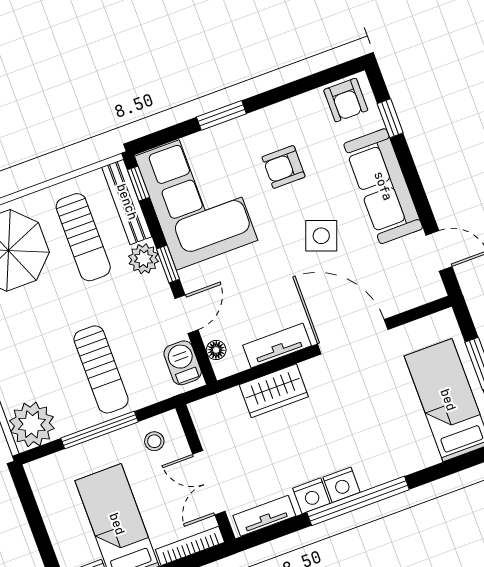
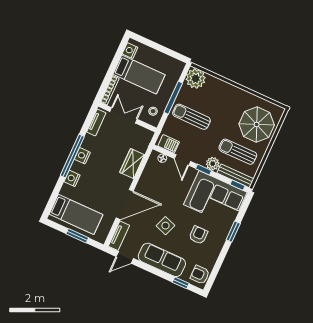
tv unit: (277, 346) -> (119, 236), moved
nightstand: (311, 496) -> (72, 178), moved

